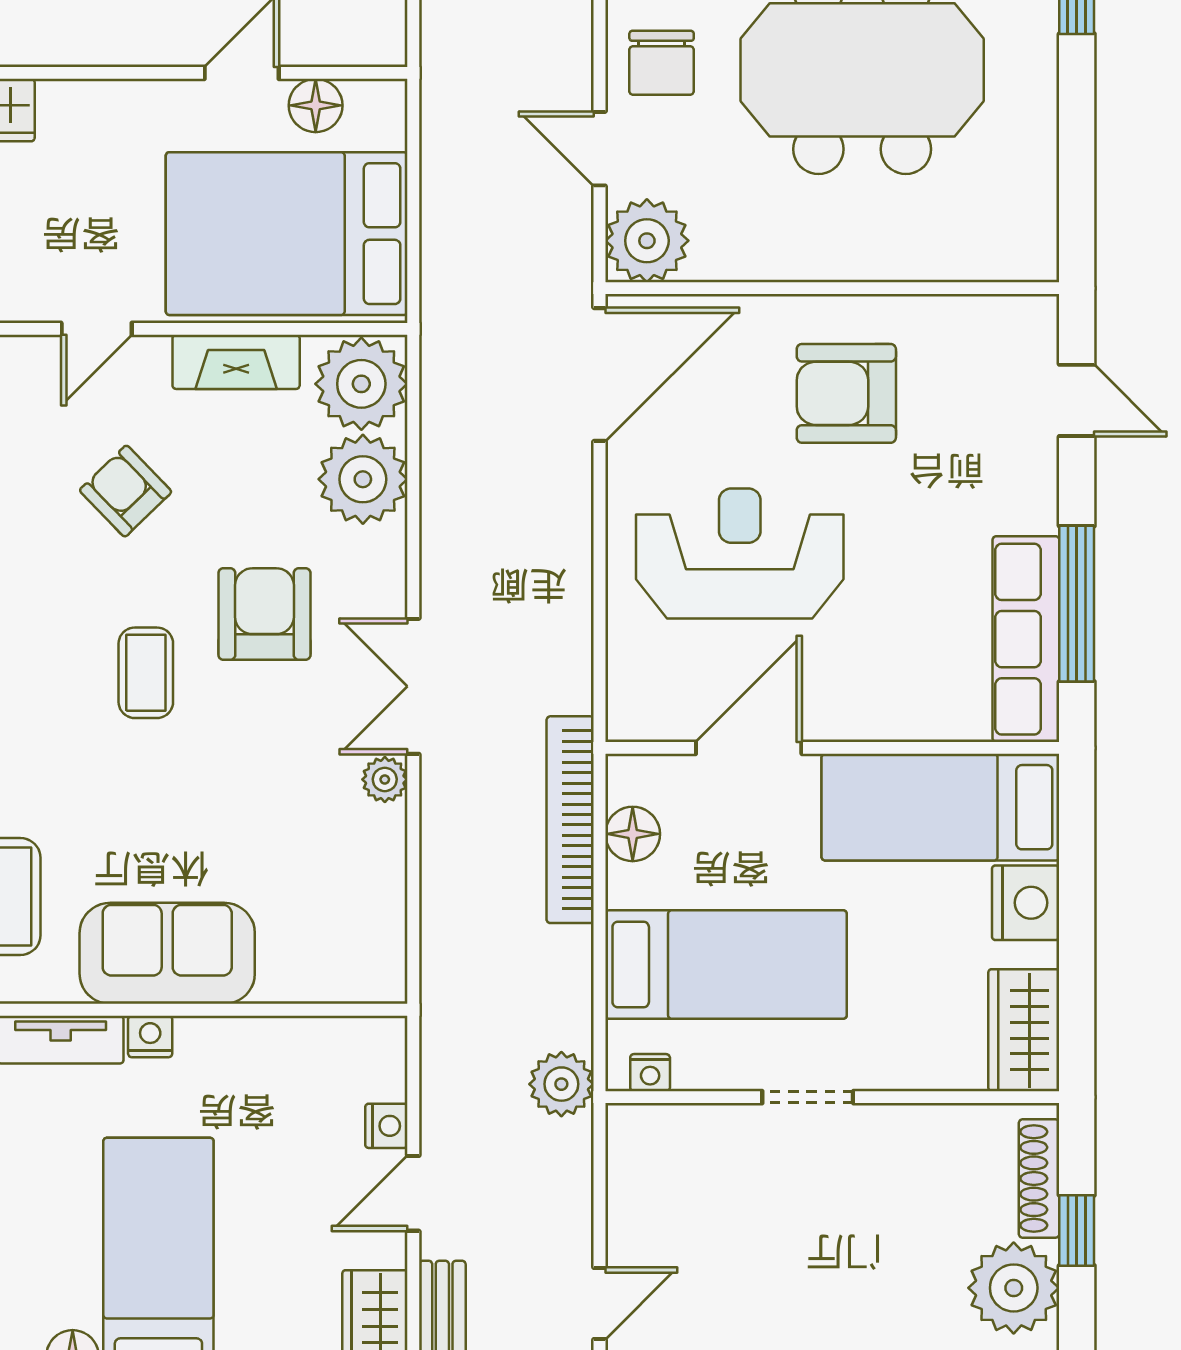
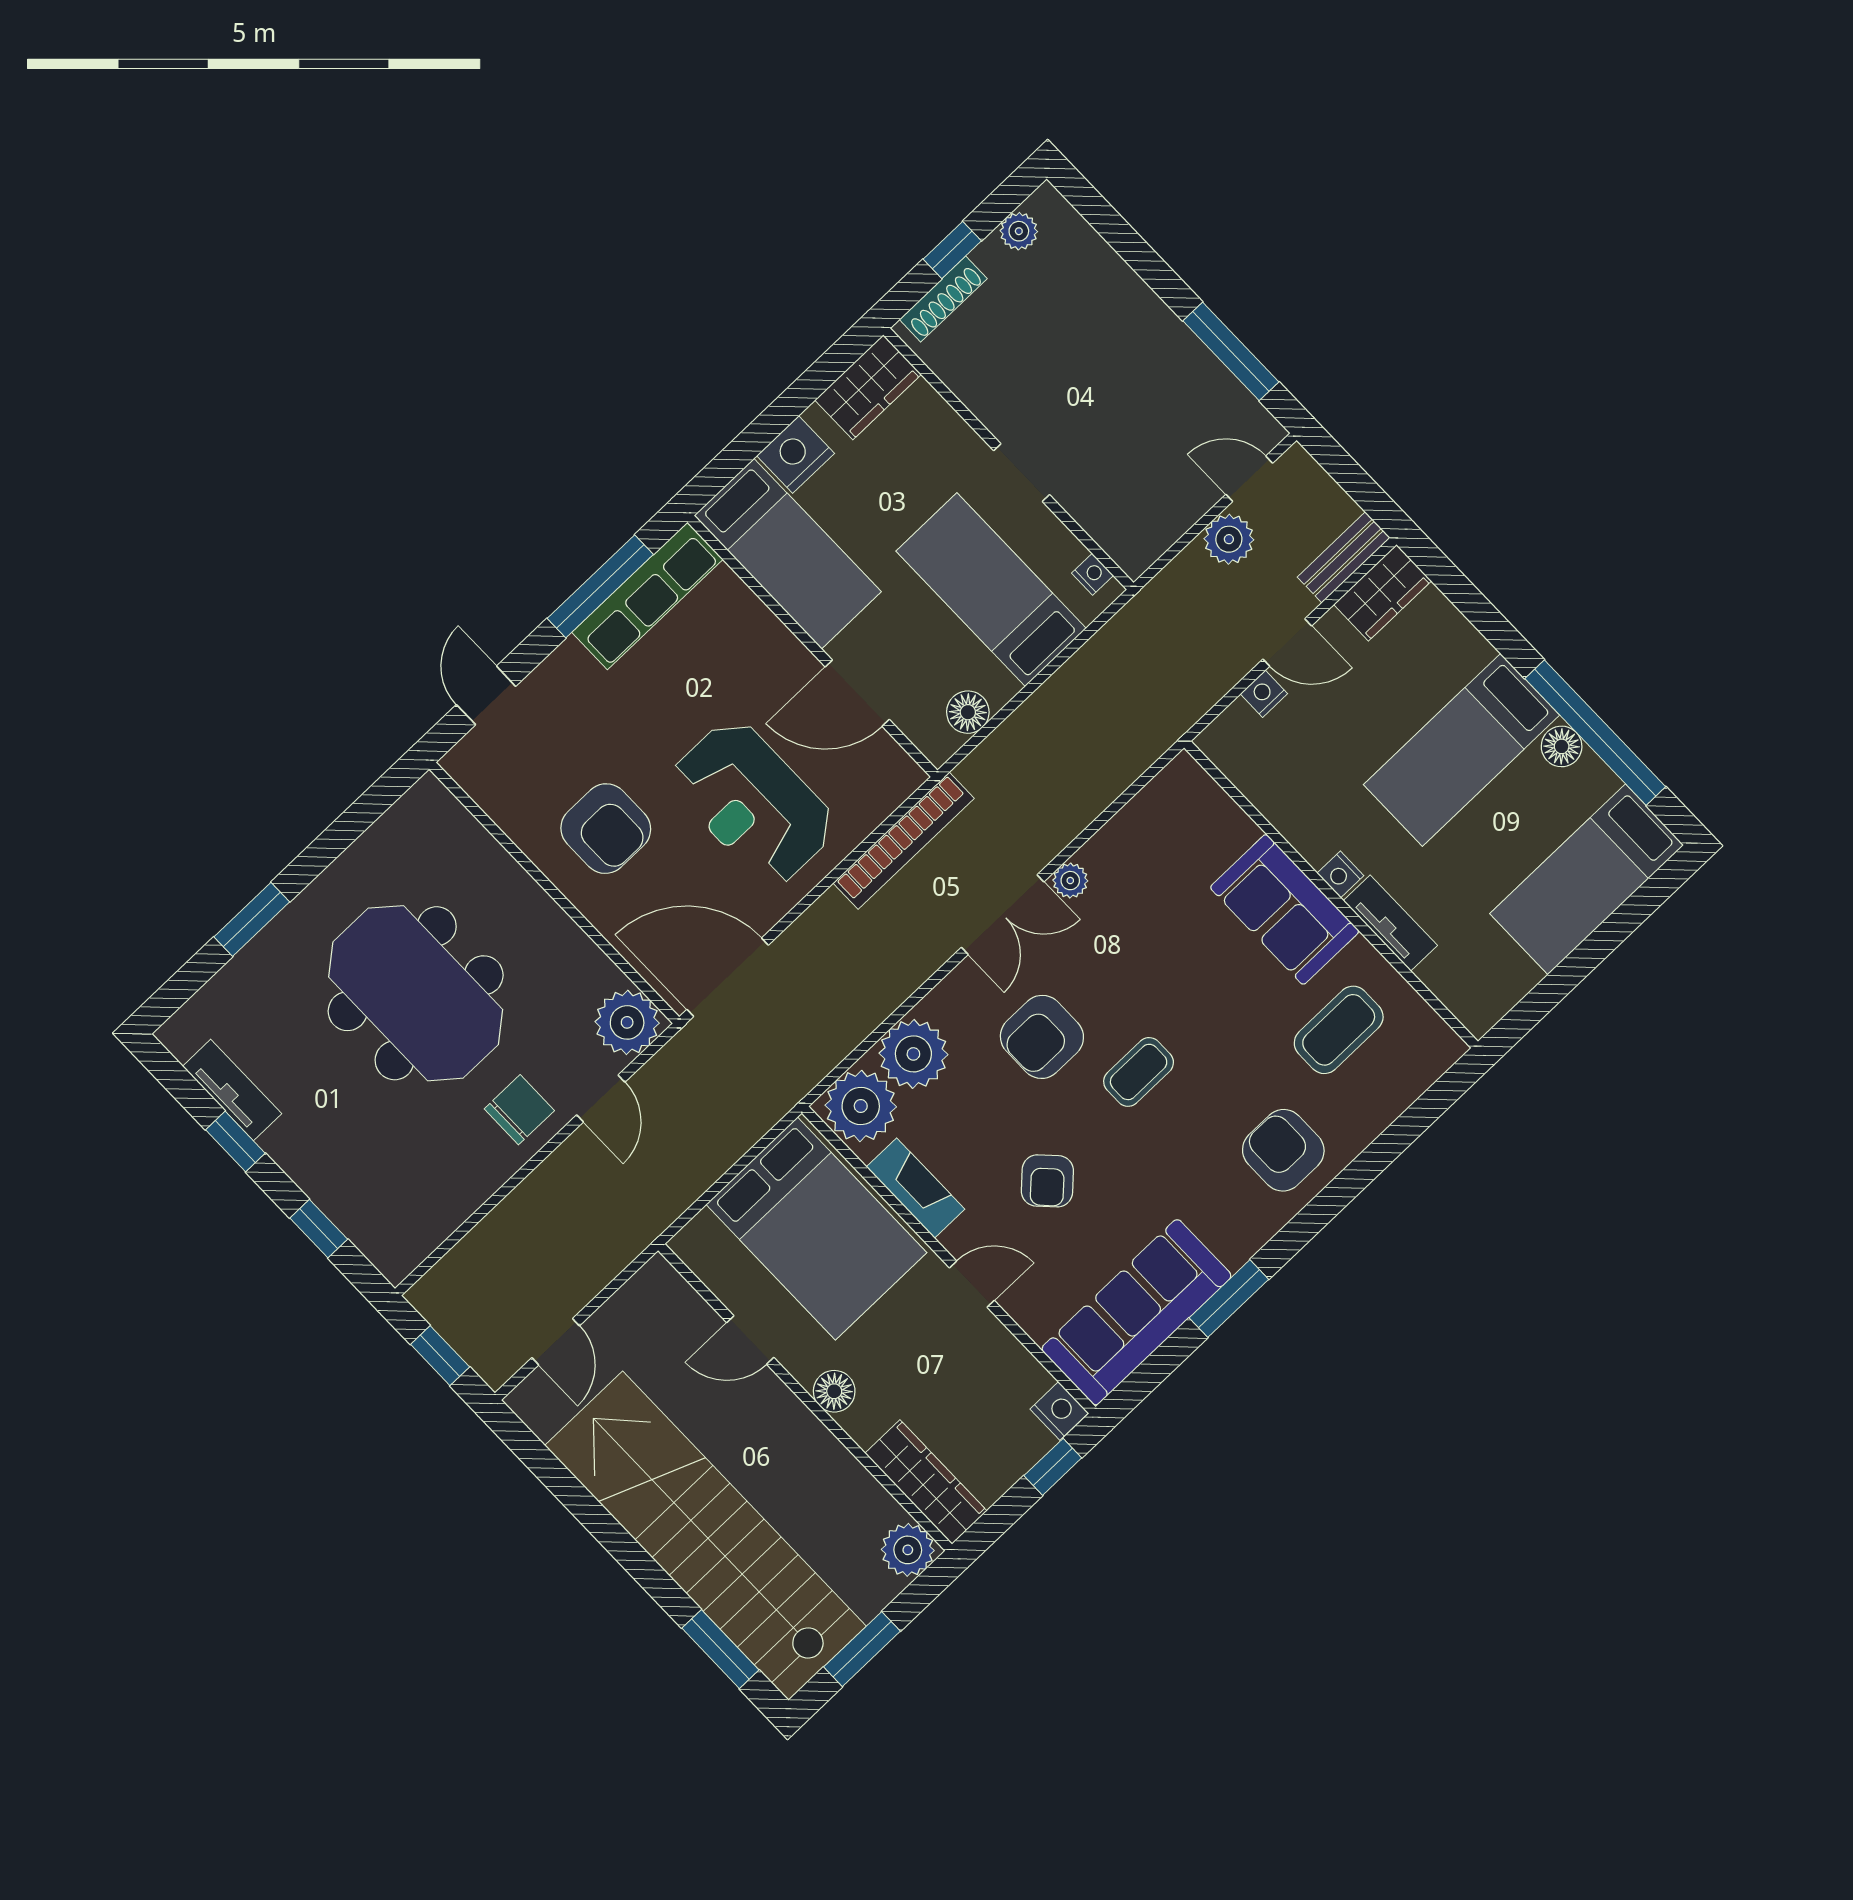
floor lamp: (316, 105) -> (834, 1391), moved
bookcase: (570, 820) -> (904, 841), moved
plant: (561, 1084) -> (1229, 539), moved
plant: (1014, 1288) -> (1019, 231), width x0.53, depth x0.53

